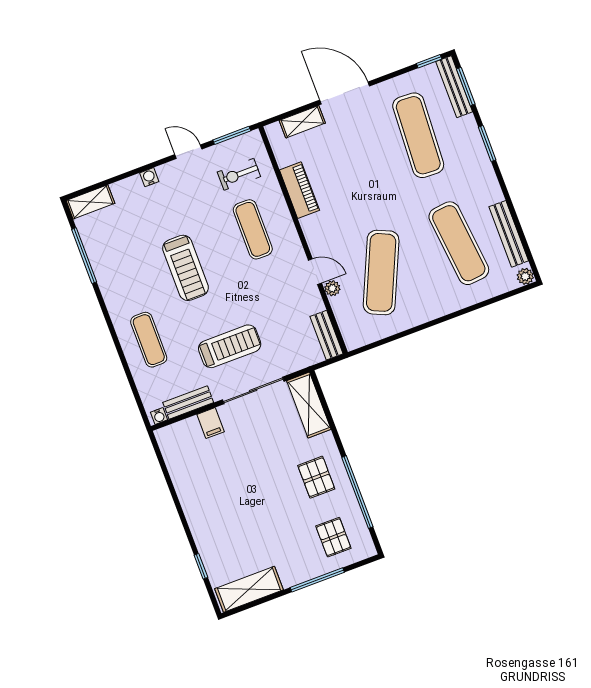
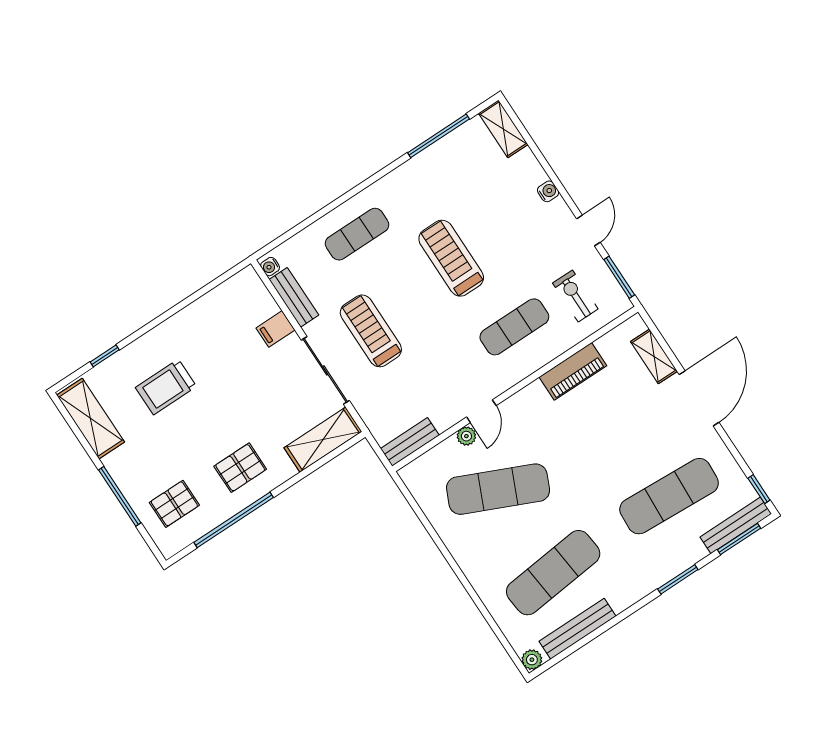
treadmill: (186, 268) -> (451, 258), turned 90
treadmill: (230, 346) -> (371, 331), turned 180
trolley: (237, 522) -> (166, 387), added

